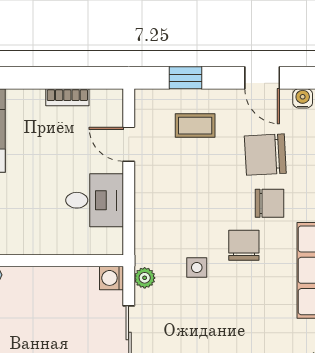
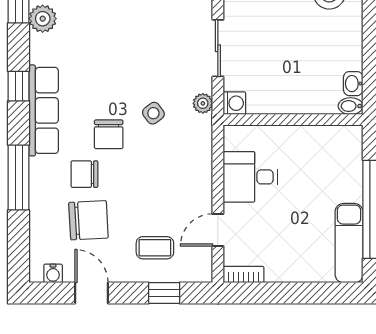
bookcase: (67, 97) -> (243, 275), moved
door: (129, 144) -> (218, 230), swing flipped
side table: (197, 267) -> (153, 113), turned -37

